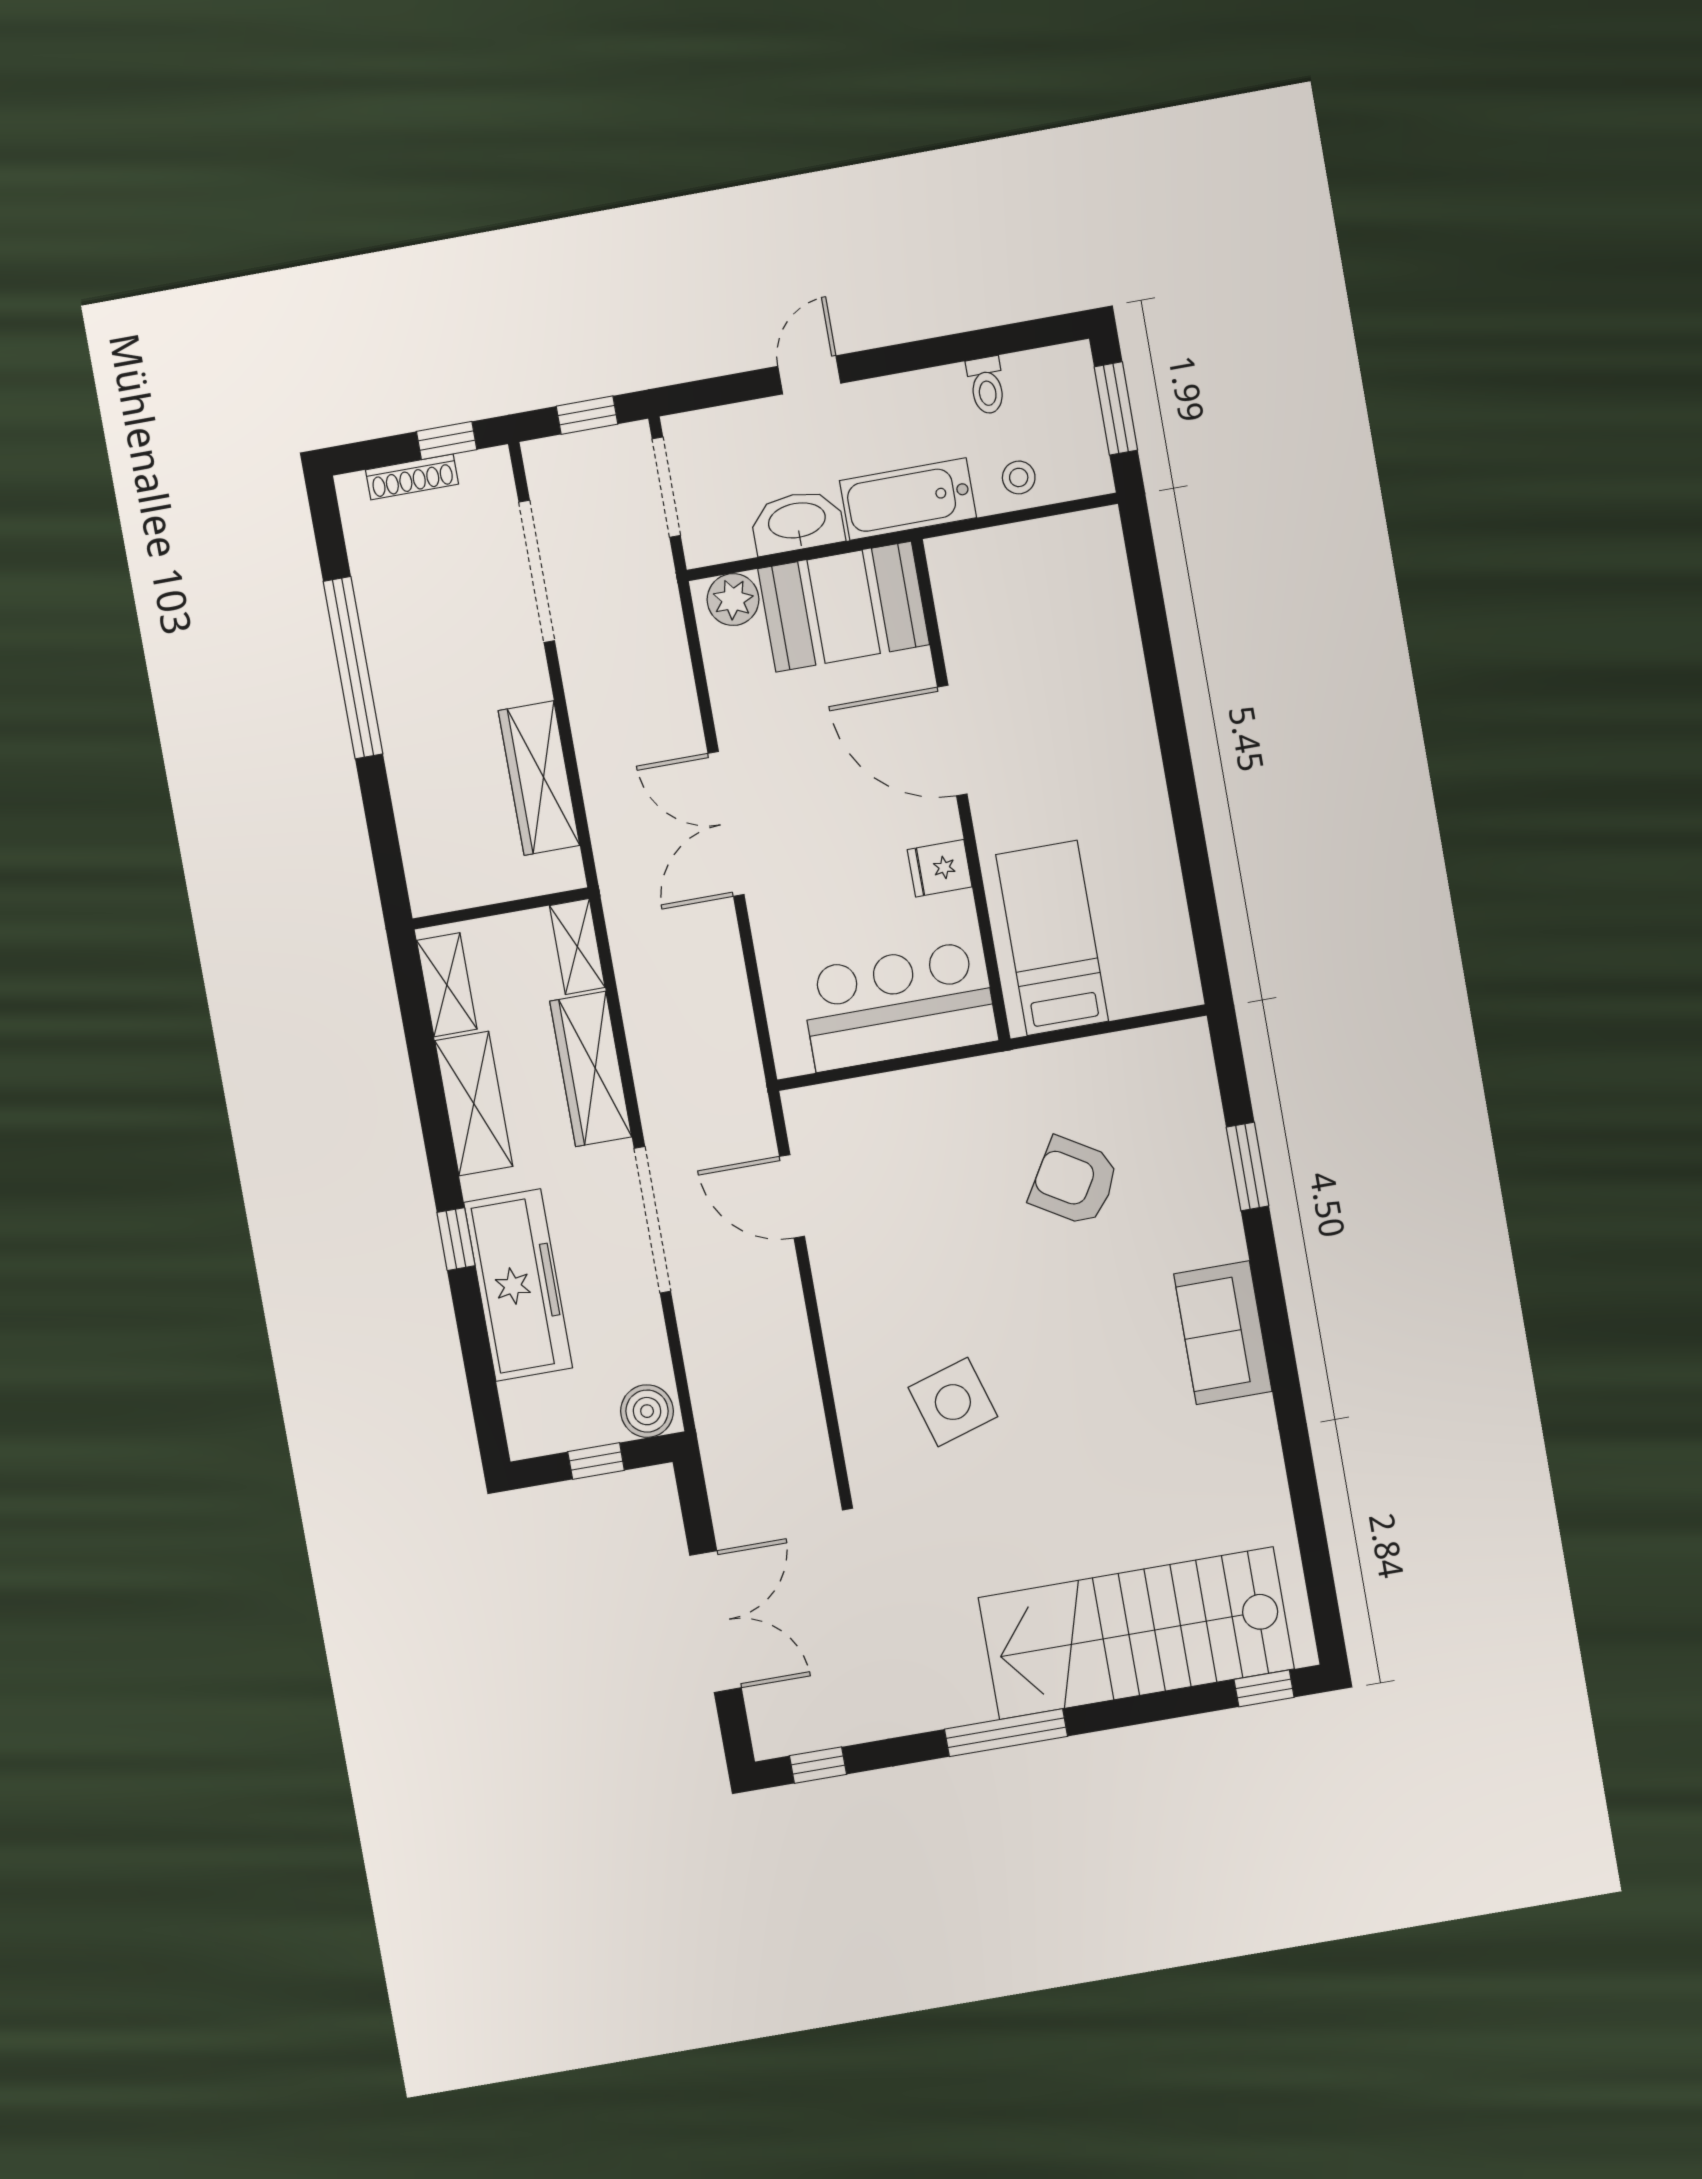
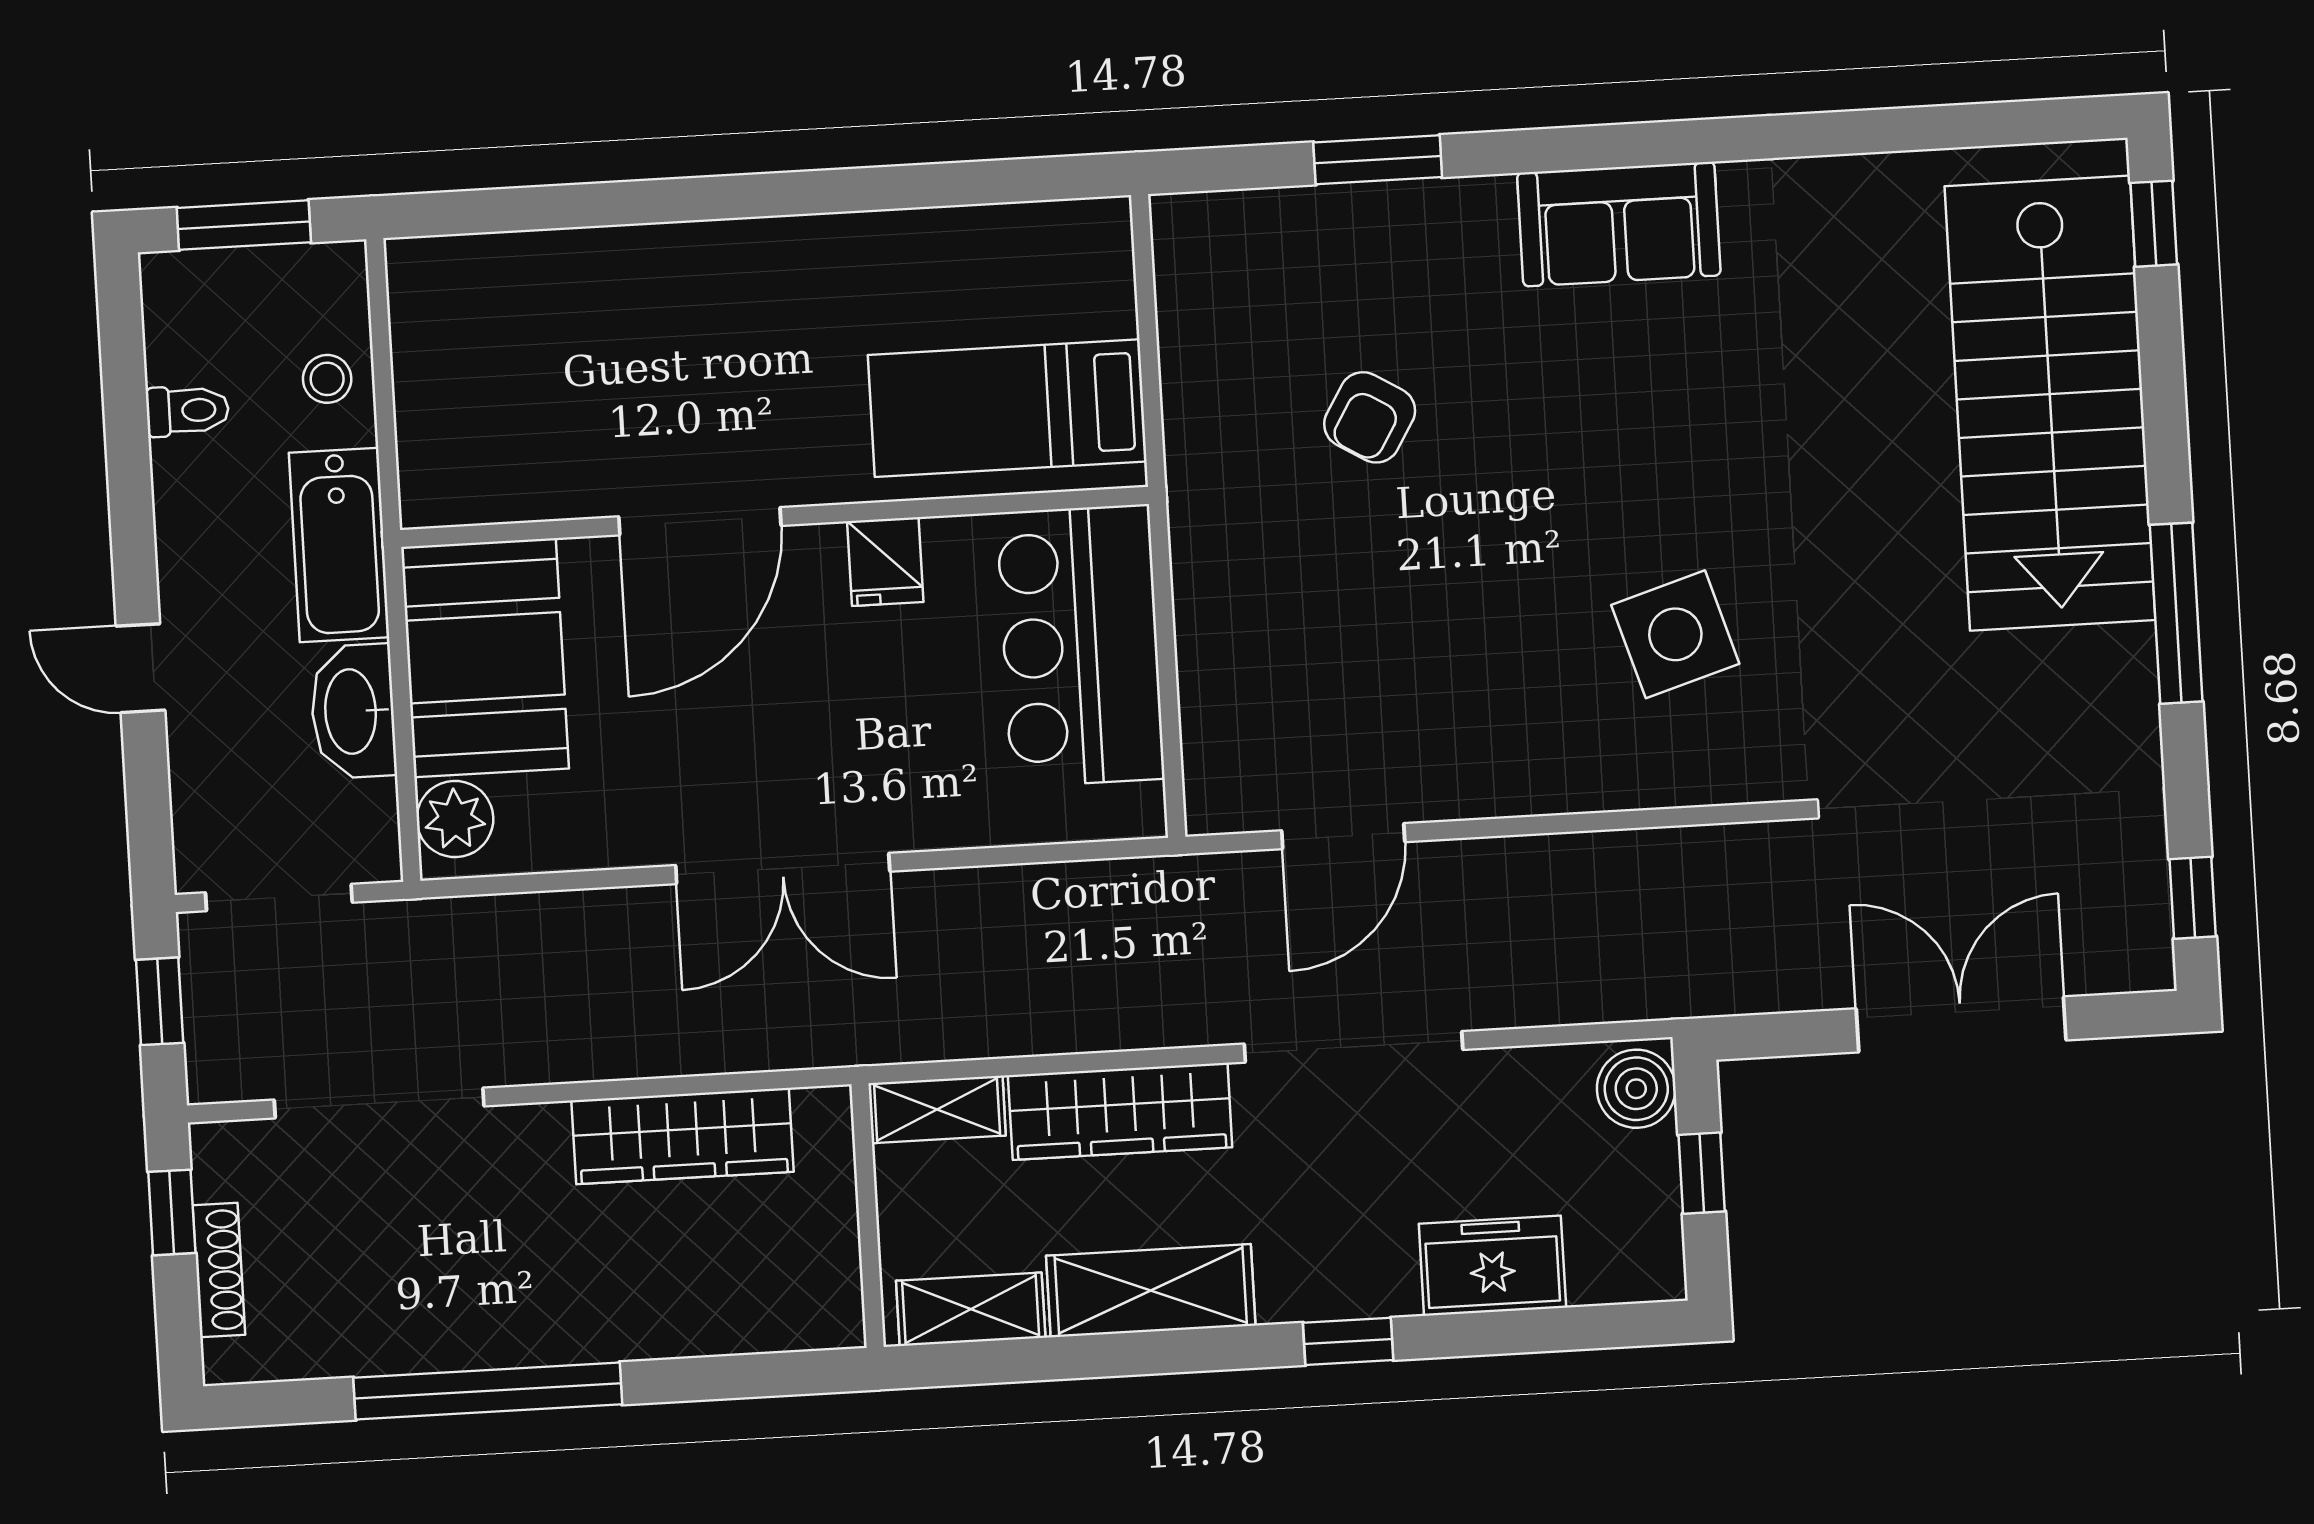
armchair: (1074, 1181) -> (1370, 417), width x0.72, depth x0.72
freezer: (518, 1285) -> (1492, 1266), width x0.52, depth x0.79

